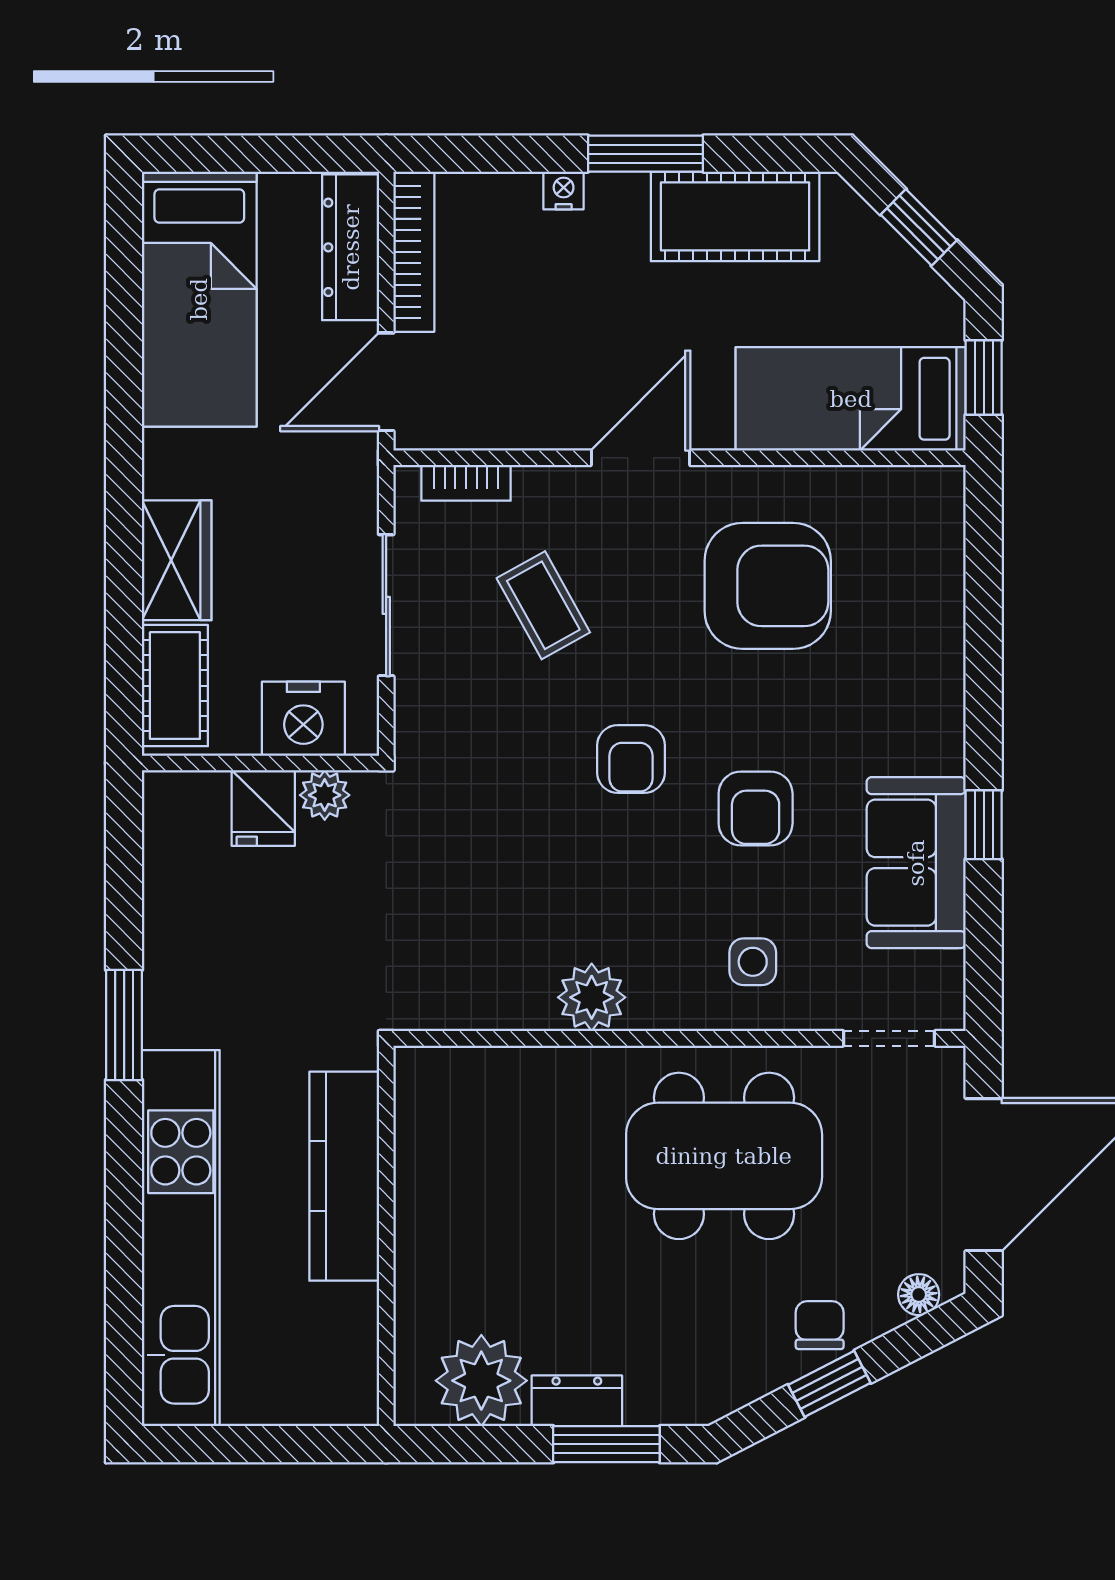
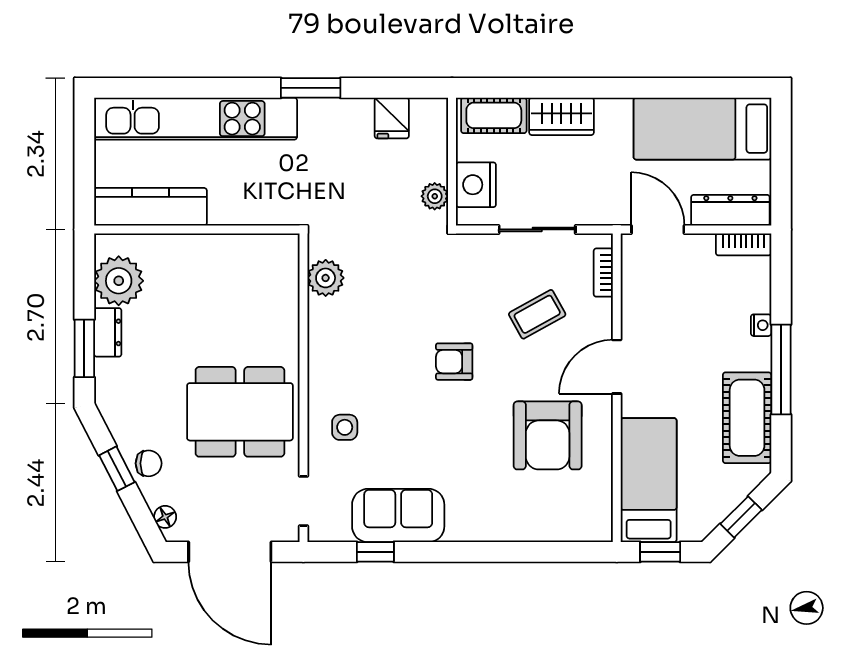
window: (646, 154) -> (781, 369), width x1.44
bookcase: (414, 252) -> (743, 244), width x0.64
door: (640, 458) -> (617, 367), swing flipped
fridge: (263, 808) -> (392, 118), moved, turned -90
armchair: (756, 808) -> (427, 429), removed
window: (984, 825) -> (375, 552), moved
plant: (592, 997) -> (326, 278), moved
dining table: (724, 1156) -> (240, 412), turned 90
kitchen counter: (344, 1176) -> (150, 207), moved

